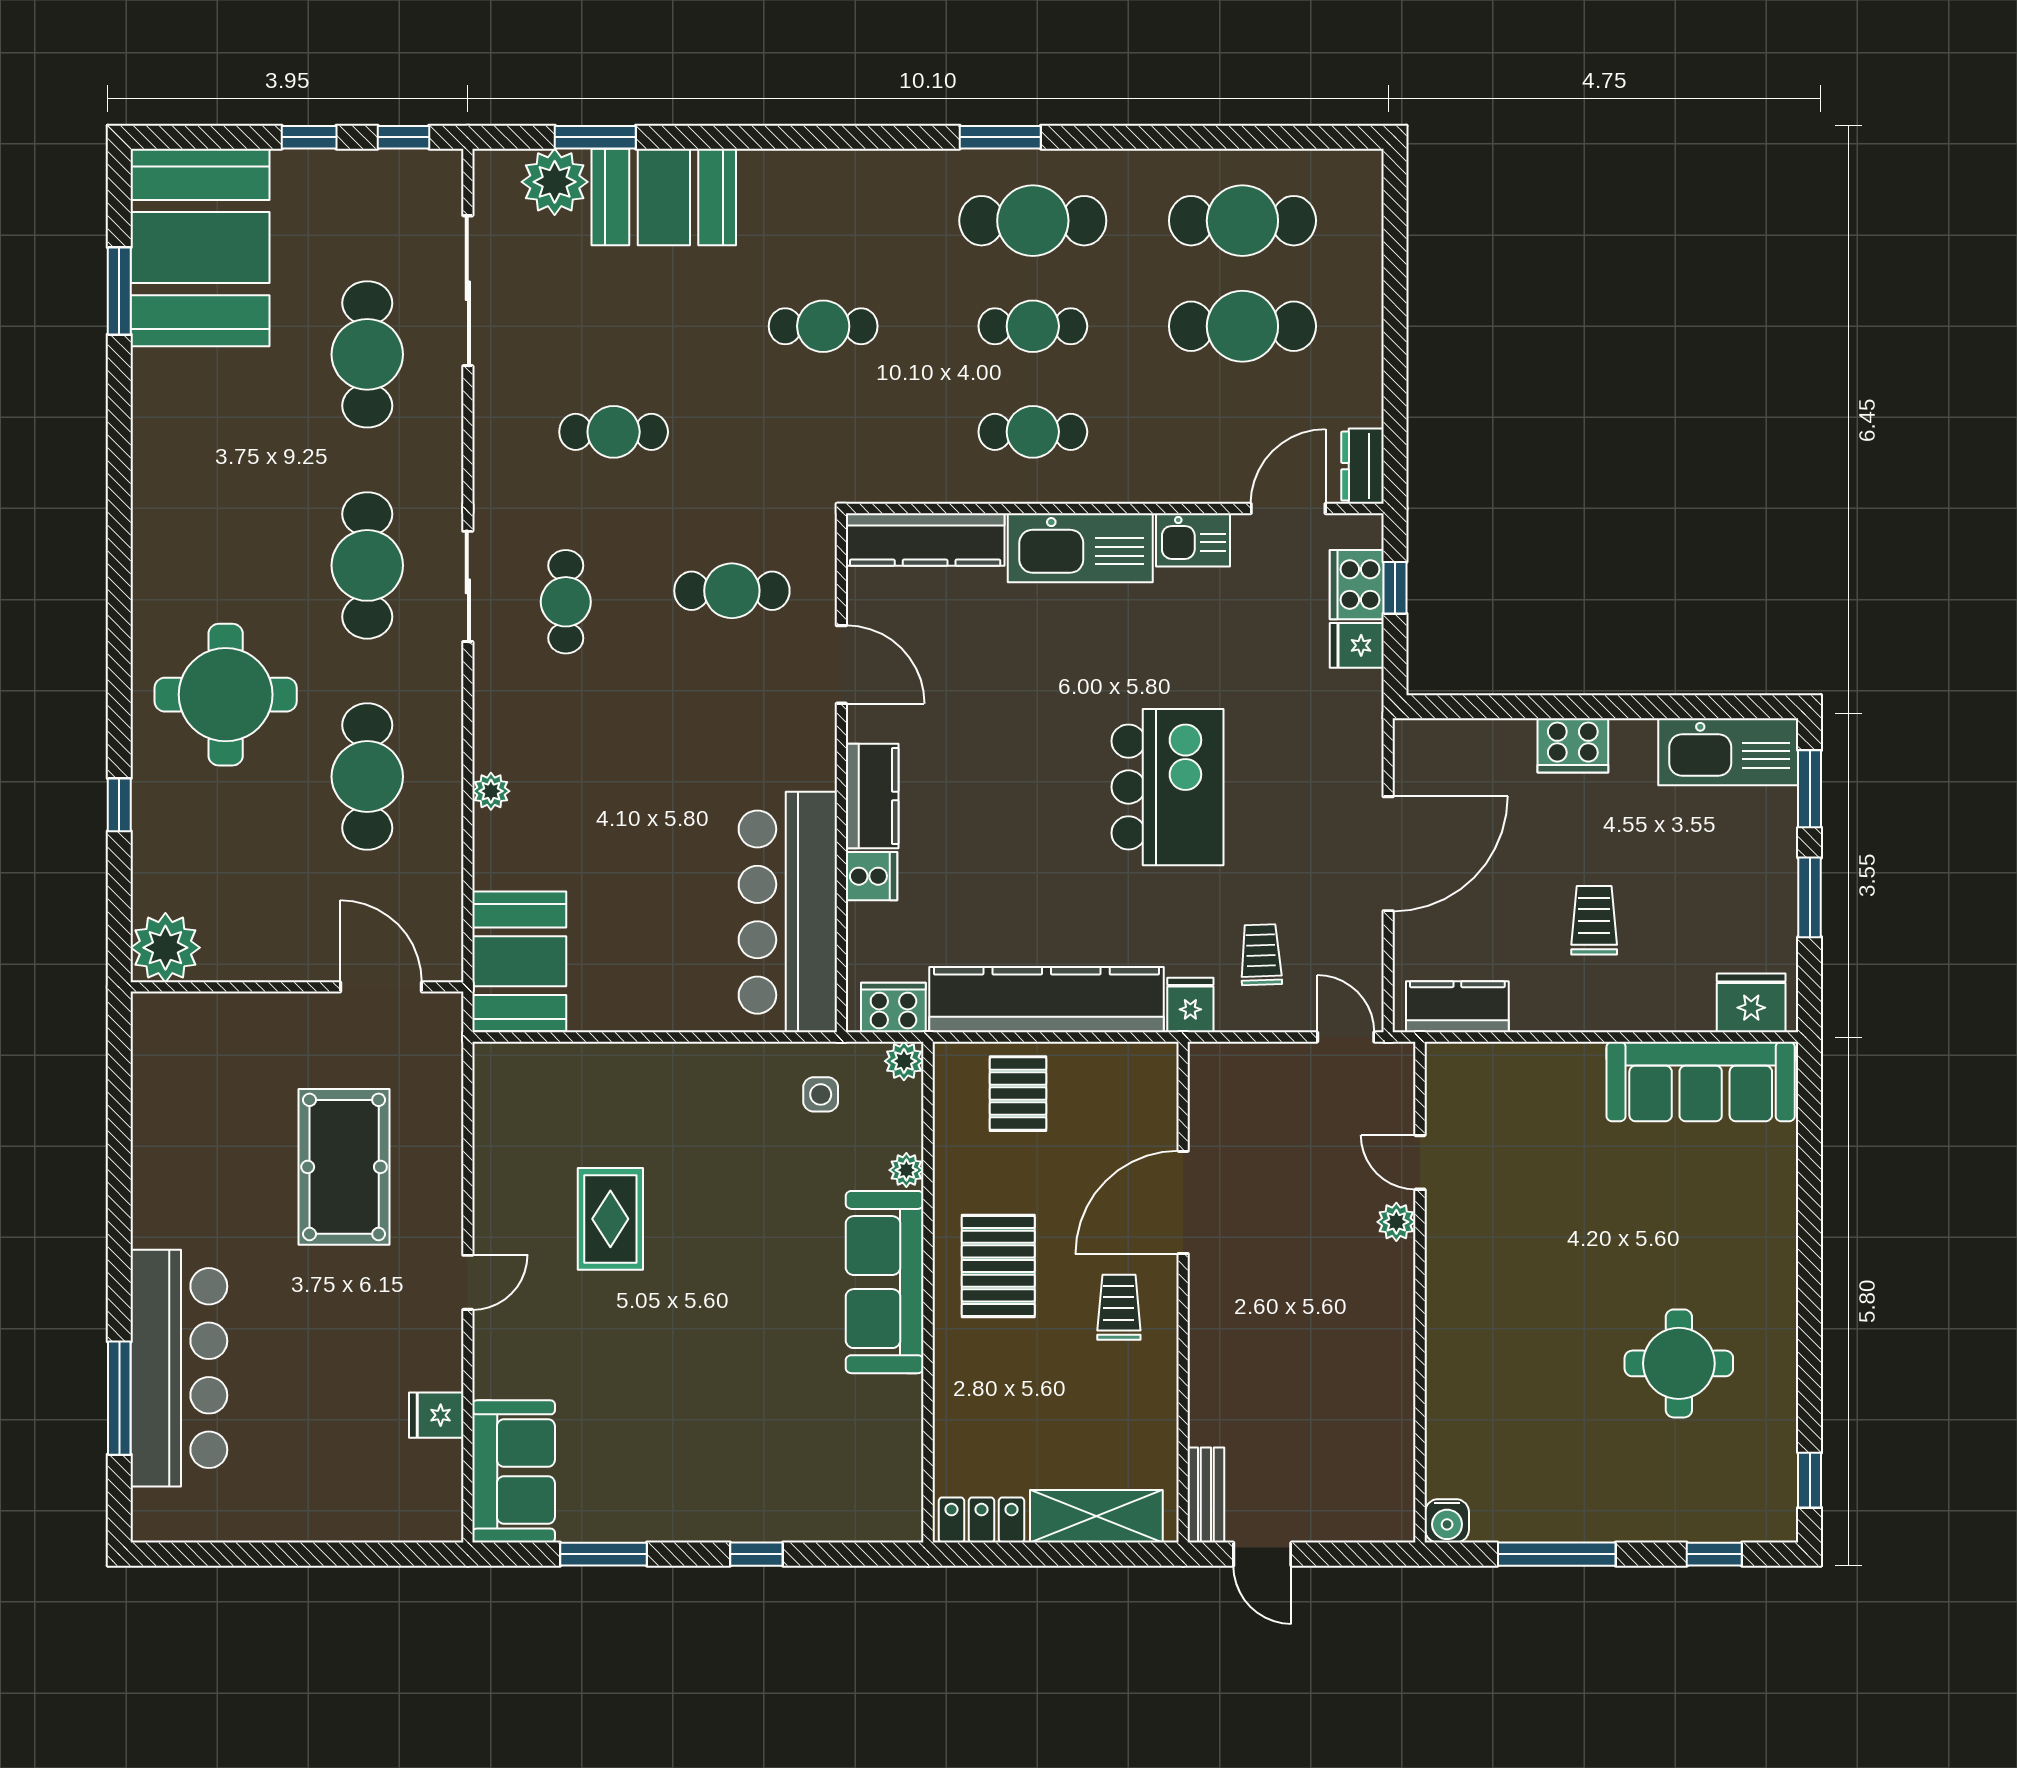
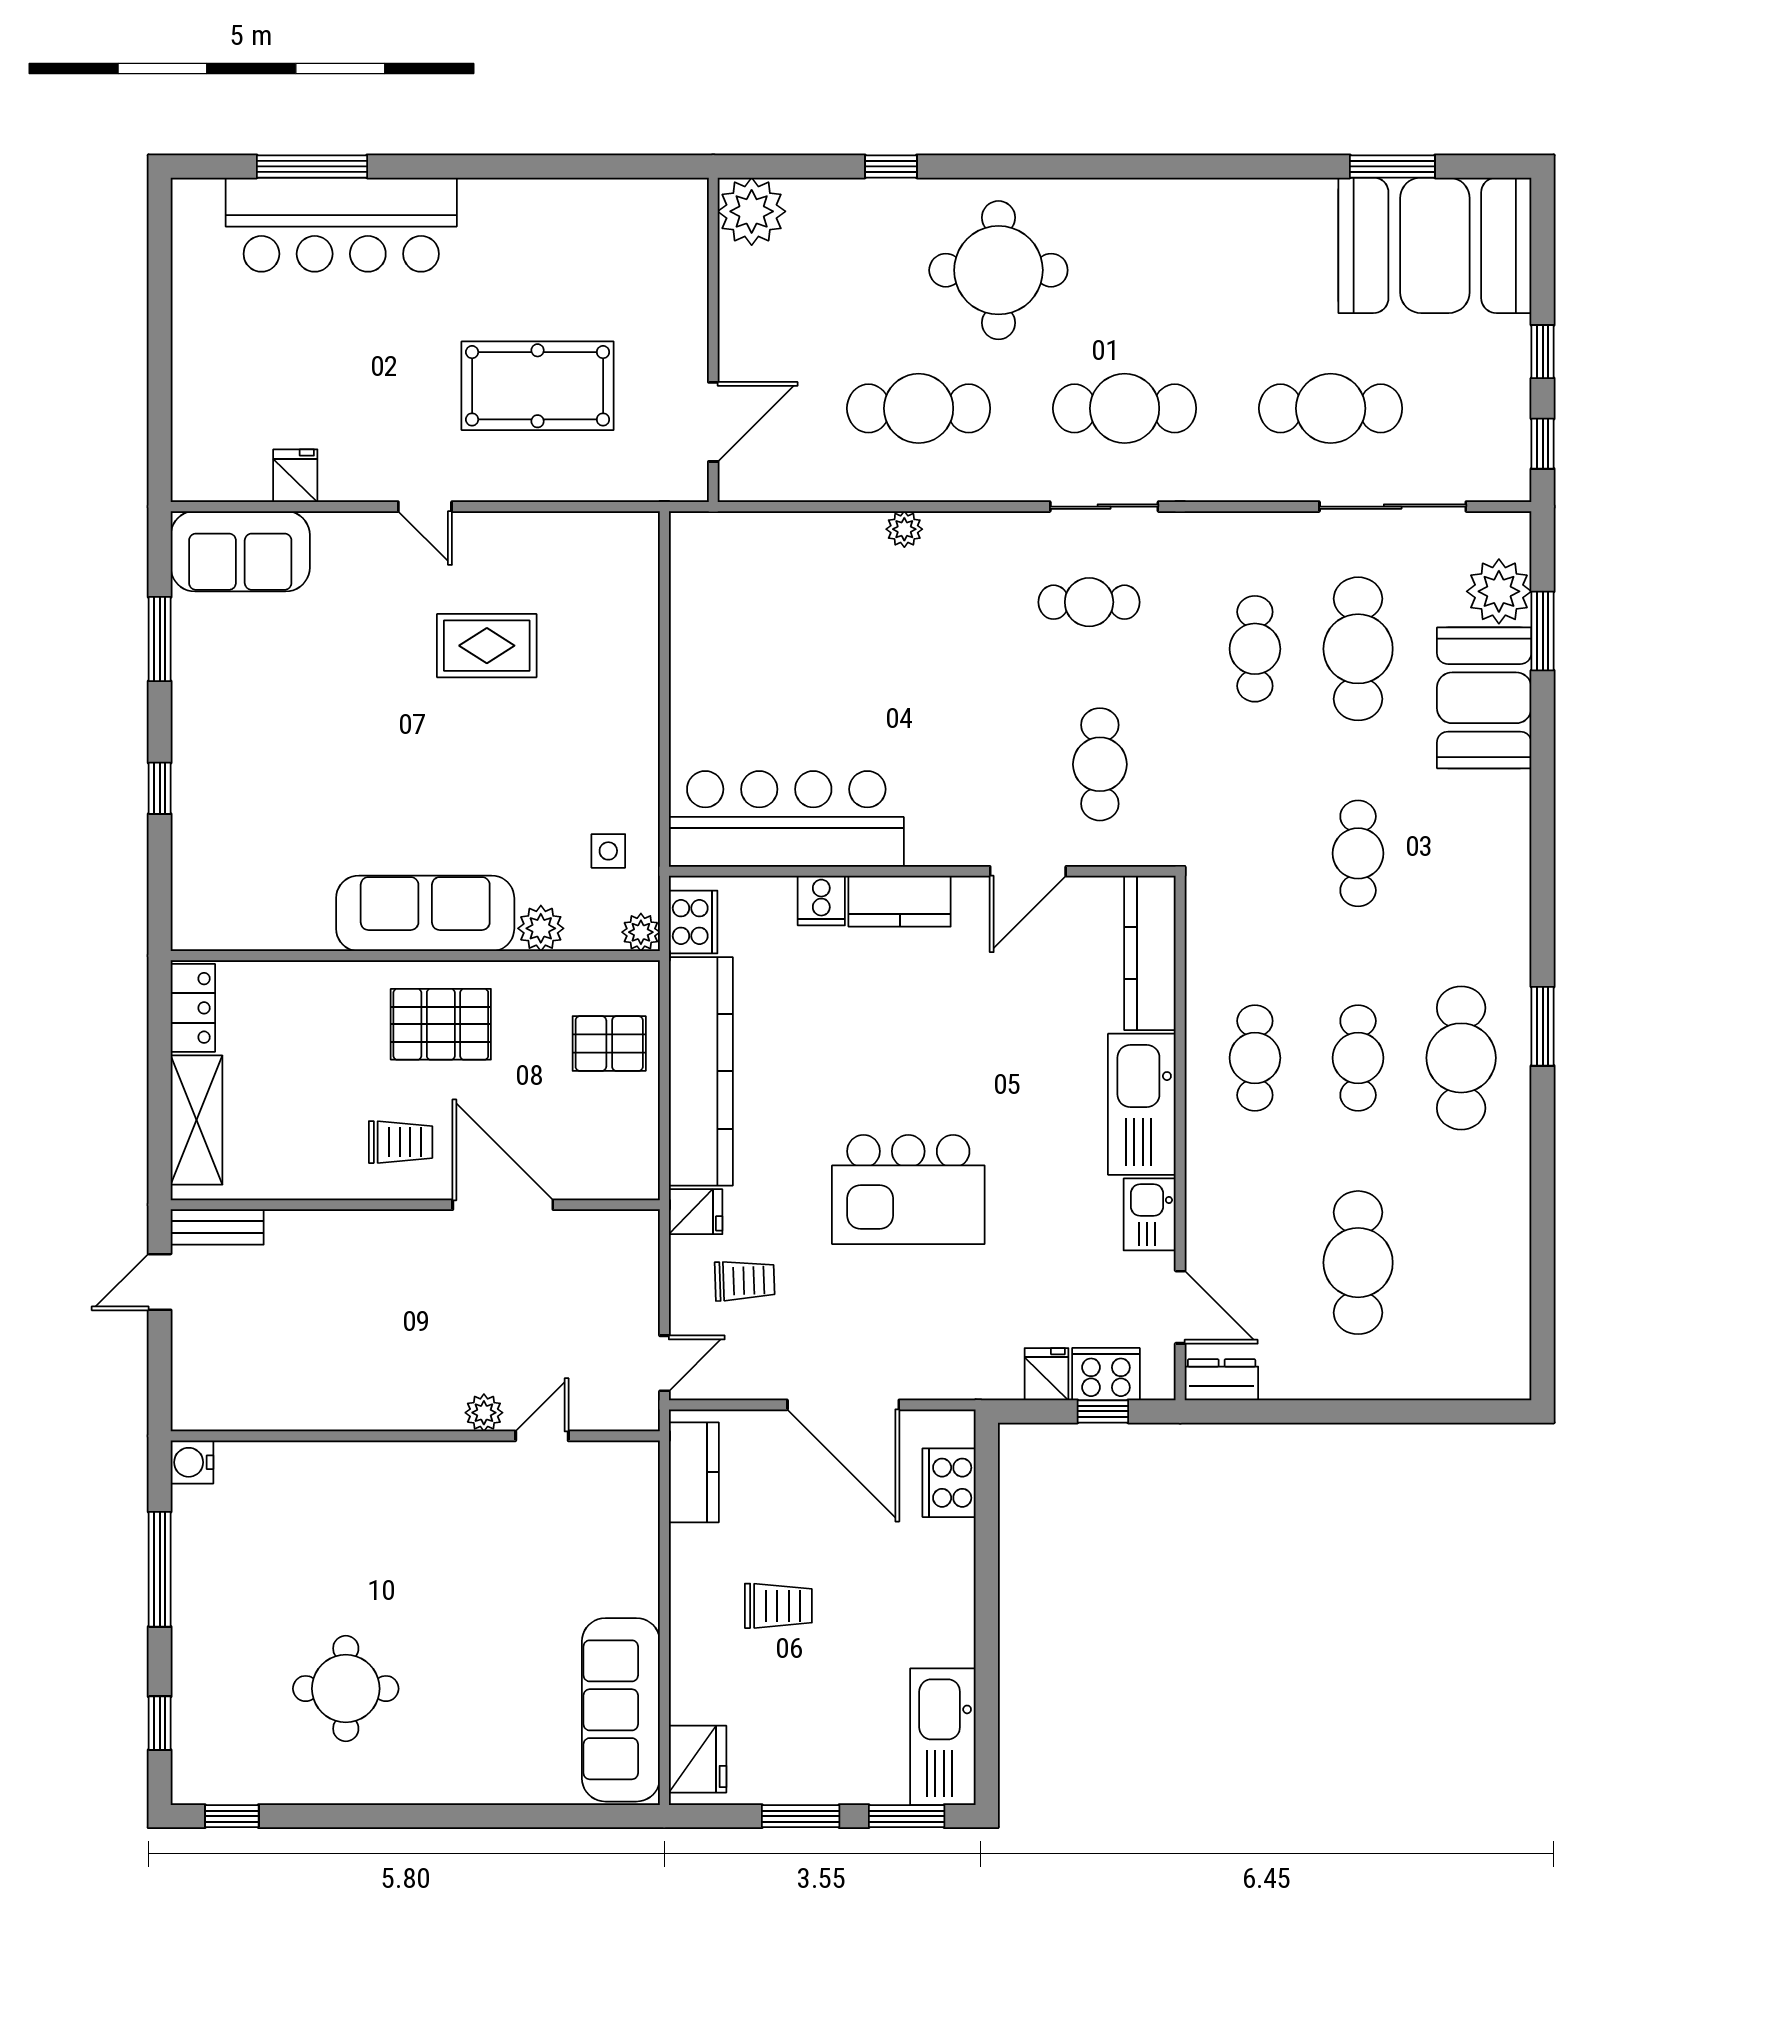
cafe table: (1242, 221) -> (1358, 649), moved
cooker: (1573, 745) -> (949, 1483), moved
booth: (519, 961) -> (738, 557), removed
plant: (906, 1170) -> (541, 928), width x1.38, depth x1.38

